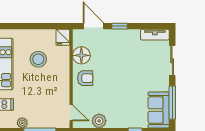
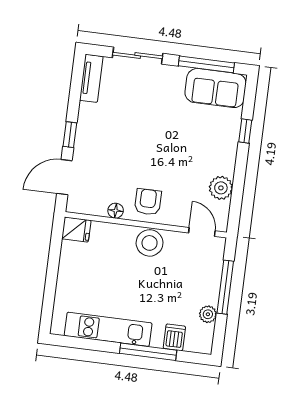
floor lamp: (81, 55) -> (116, 211), width x0.53, depth x0.53
stool: (38, 59) -> (150, 243), moved
door: (71, 113) -> (202, 232), hinge flipped

